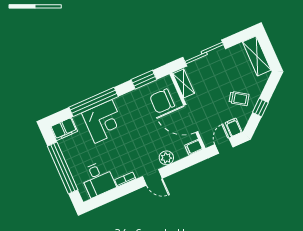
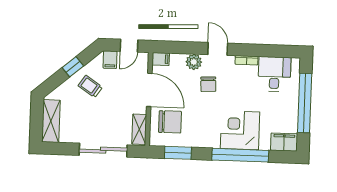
chair: (146, 146) -> (208, 84), added

